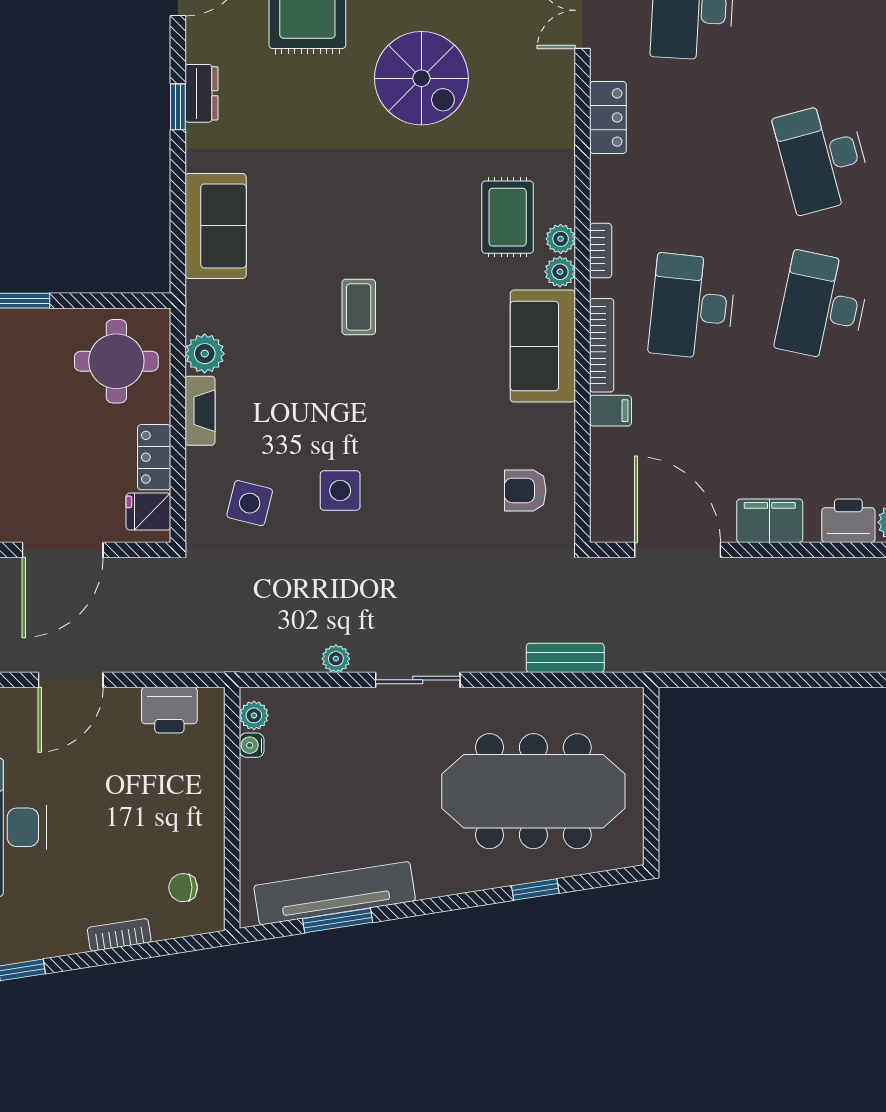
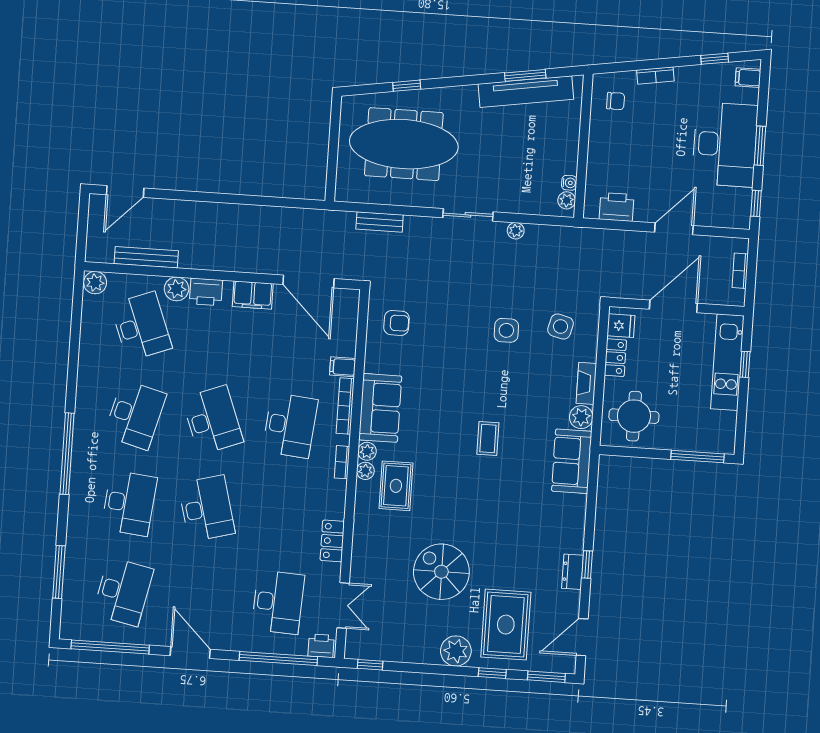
sofa: (216, 226) -> (572, 461), moved
desk: (823, 307) -> (213, 420), turned -33

